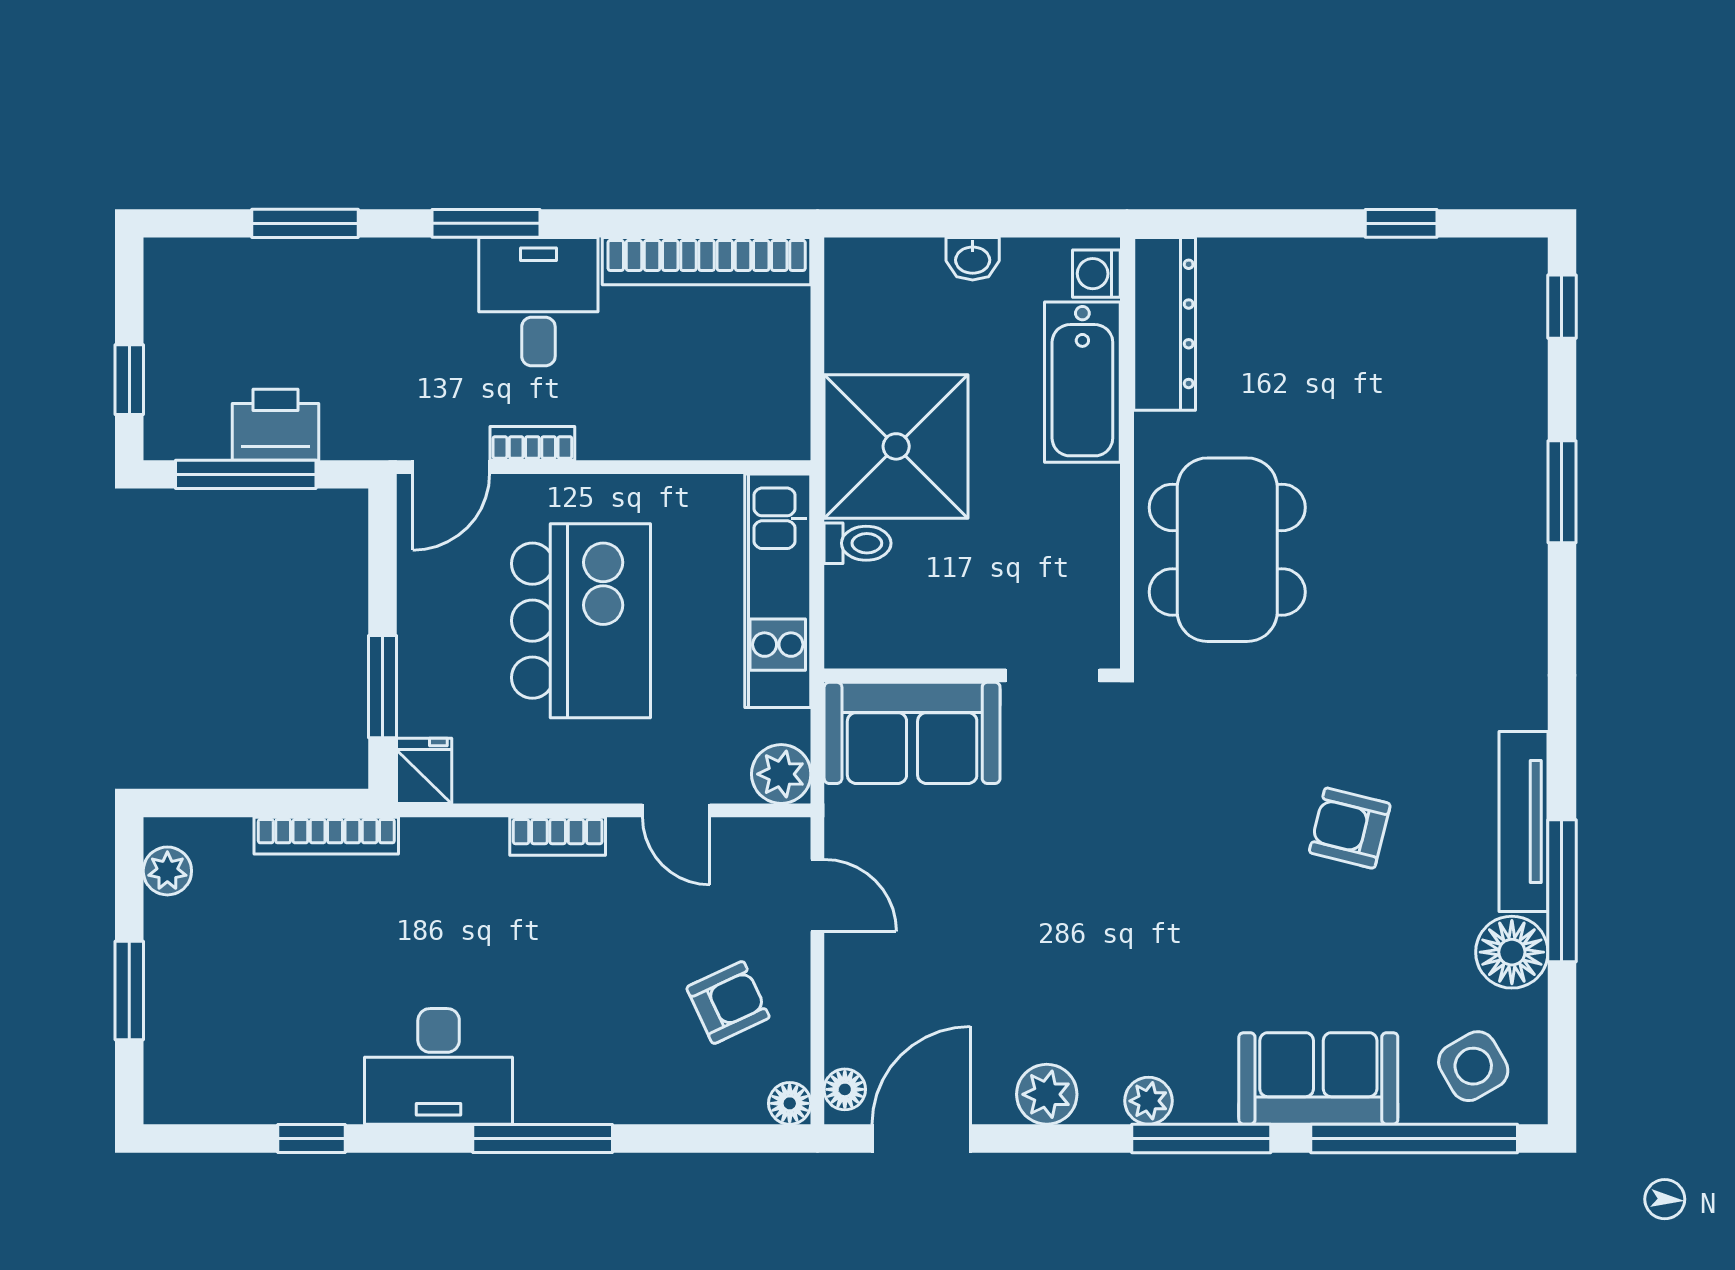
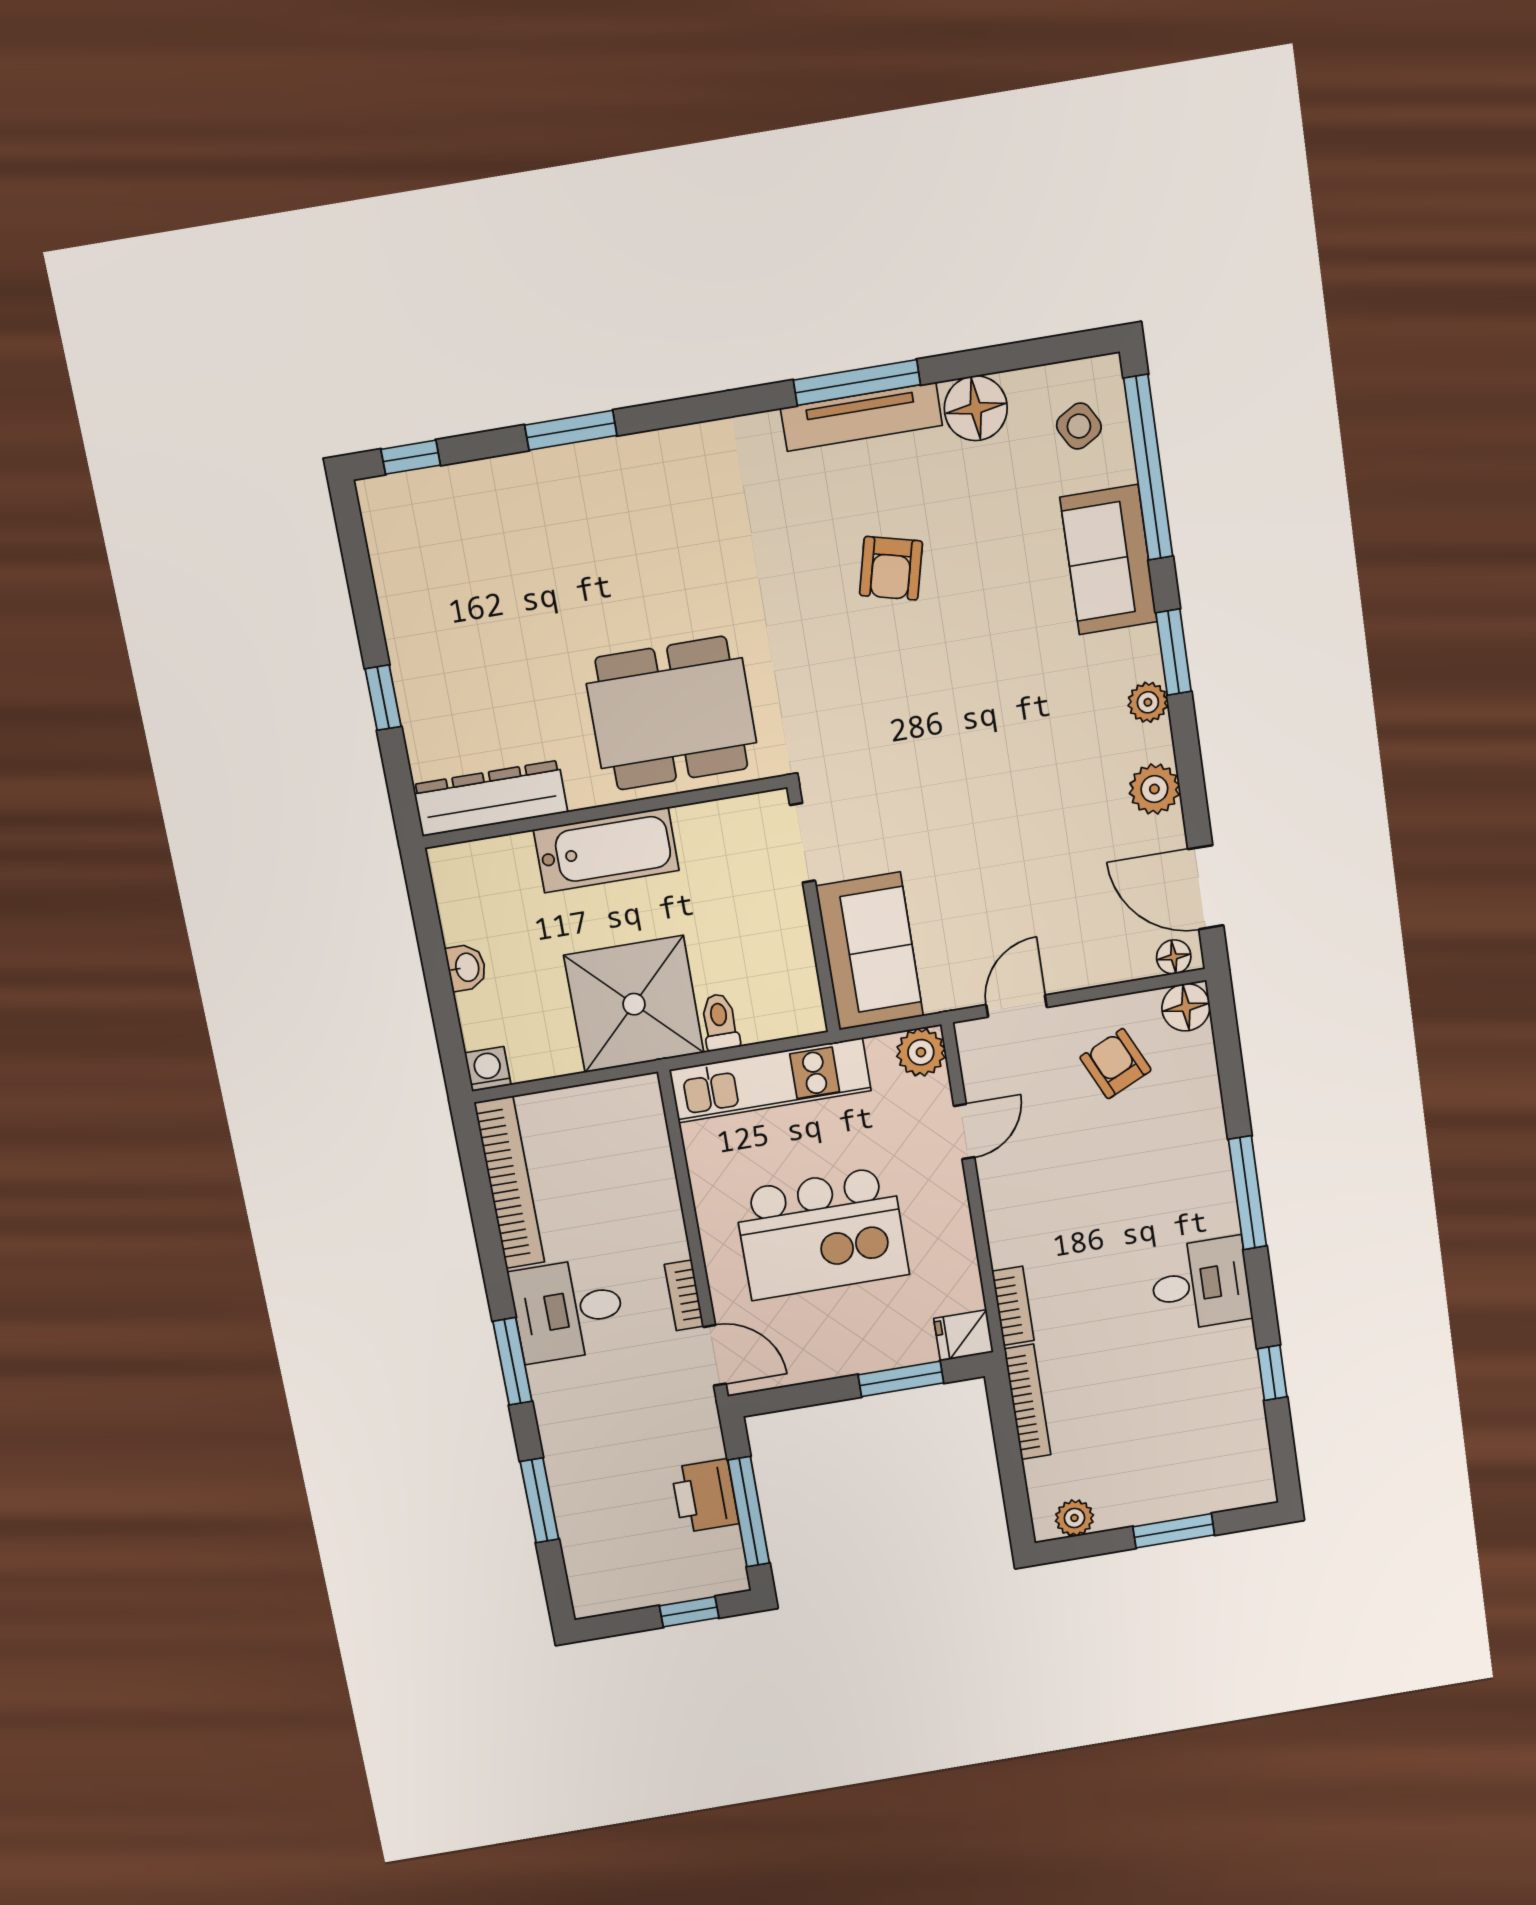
window: (1401, 223) -> (383, 698), moved
washing machine: (1096, 274) -> (488, 1069), moved, turned 180
bathtub: (1082, 382) -> (606, 850), moved
kitchen island: (581, 621) -> (822, 1233), turned 180
bookcase: (558, 836) -> (1013, 1306), moved
window: (1562, 891) -> (857, 382), moved
desk: (439, 1066) -> (1200, 1284), width x0.73
side table: (1473, 1066) -> (1079, 426), width x0.73, depth x0.73
floor lamp: (790, 1103) -> (1186, 1007), width x1.37, depth x1.37
window: (1201, 1138) -> (1174, 652), width x0.69

